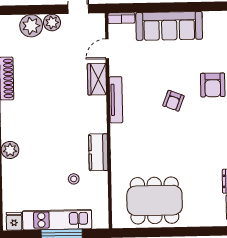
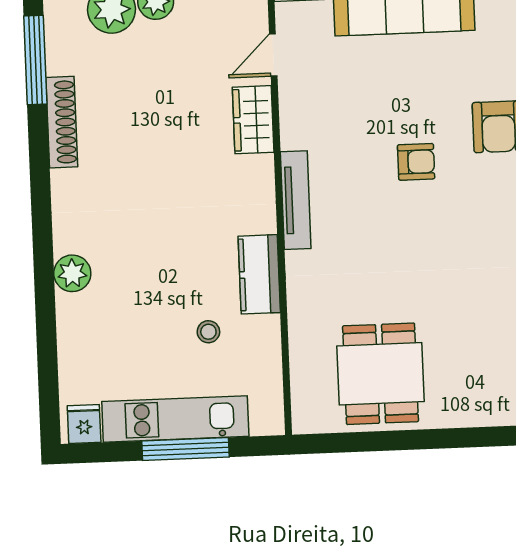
tv unit: (116, 100) -> (296, 200), moved
armchair: (173, 101) -> (416, 162), turned -111
dining table: (155, 200) -> (381, 374), width x0.73

